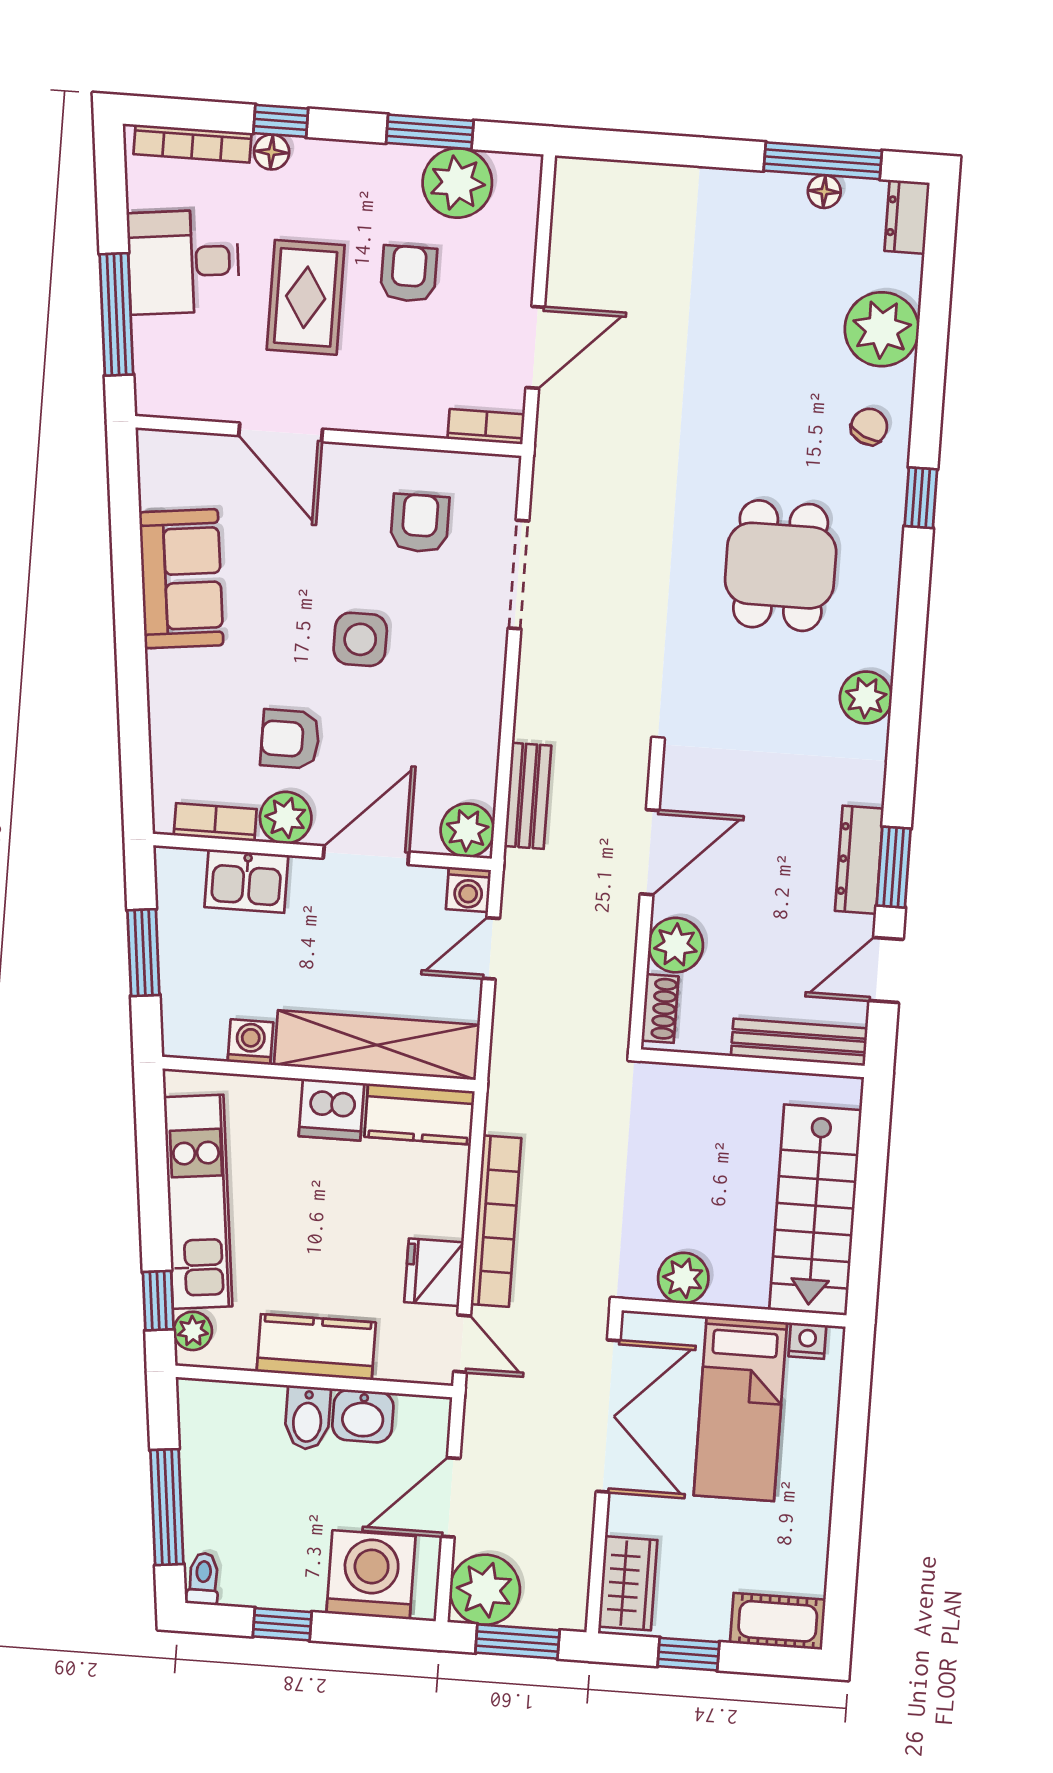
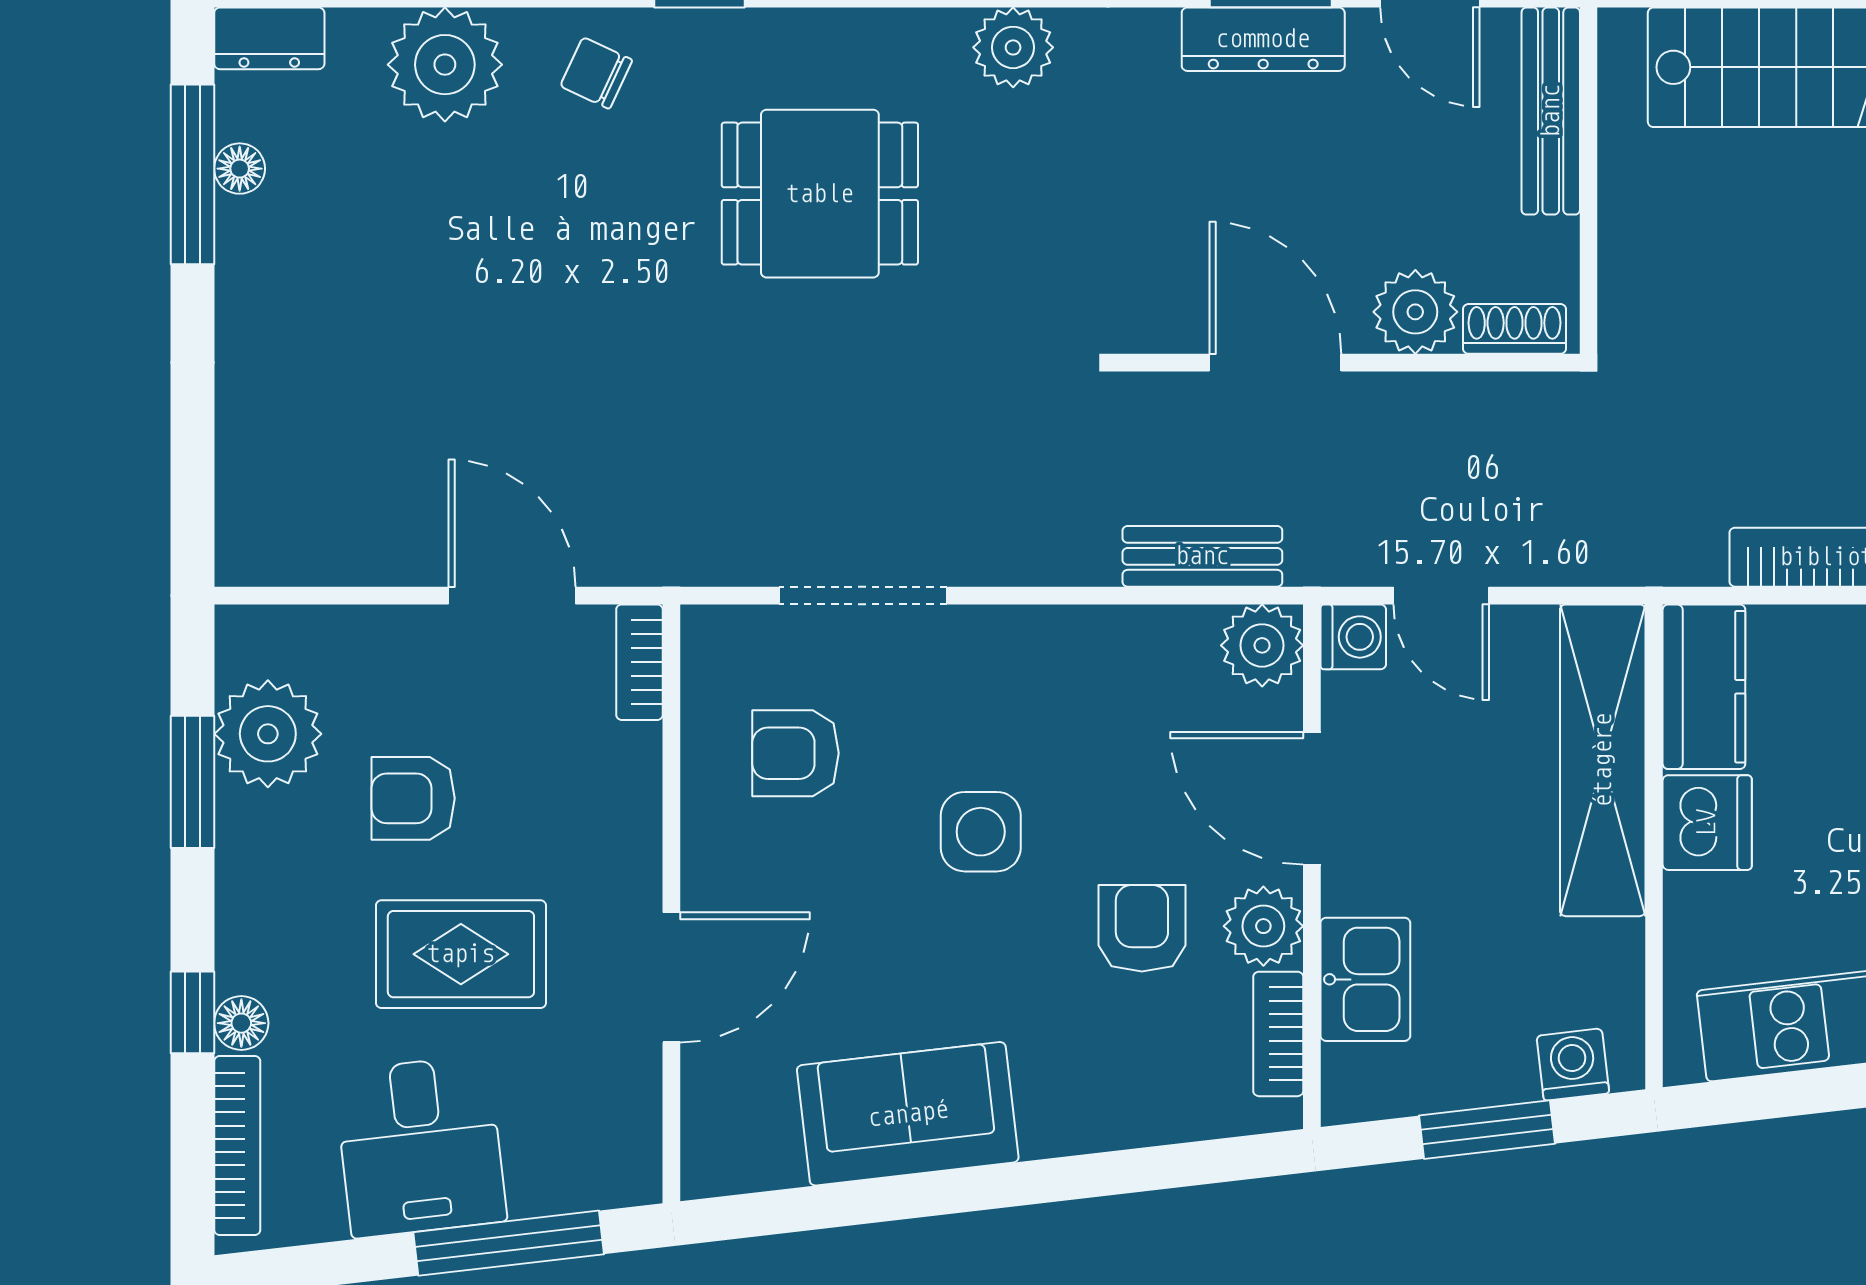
armchair: (290, 739) -> (1142, 928), turned 180
washing machine: (250, 1042) -> (1573, 1065), moved, turned 83

